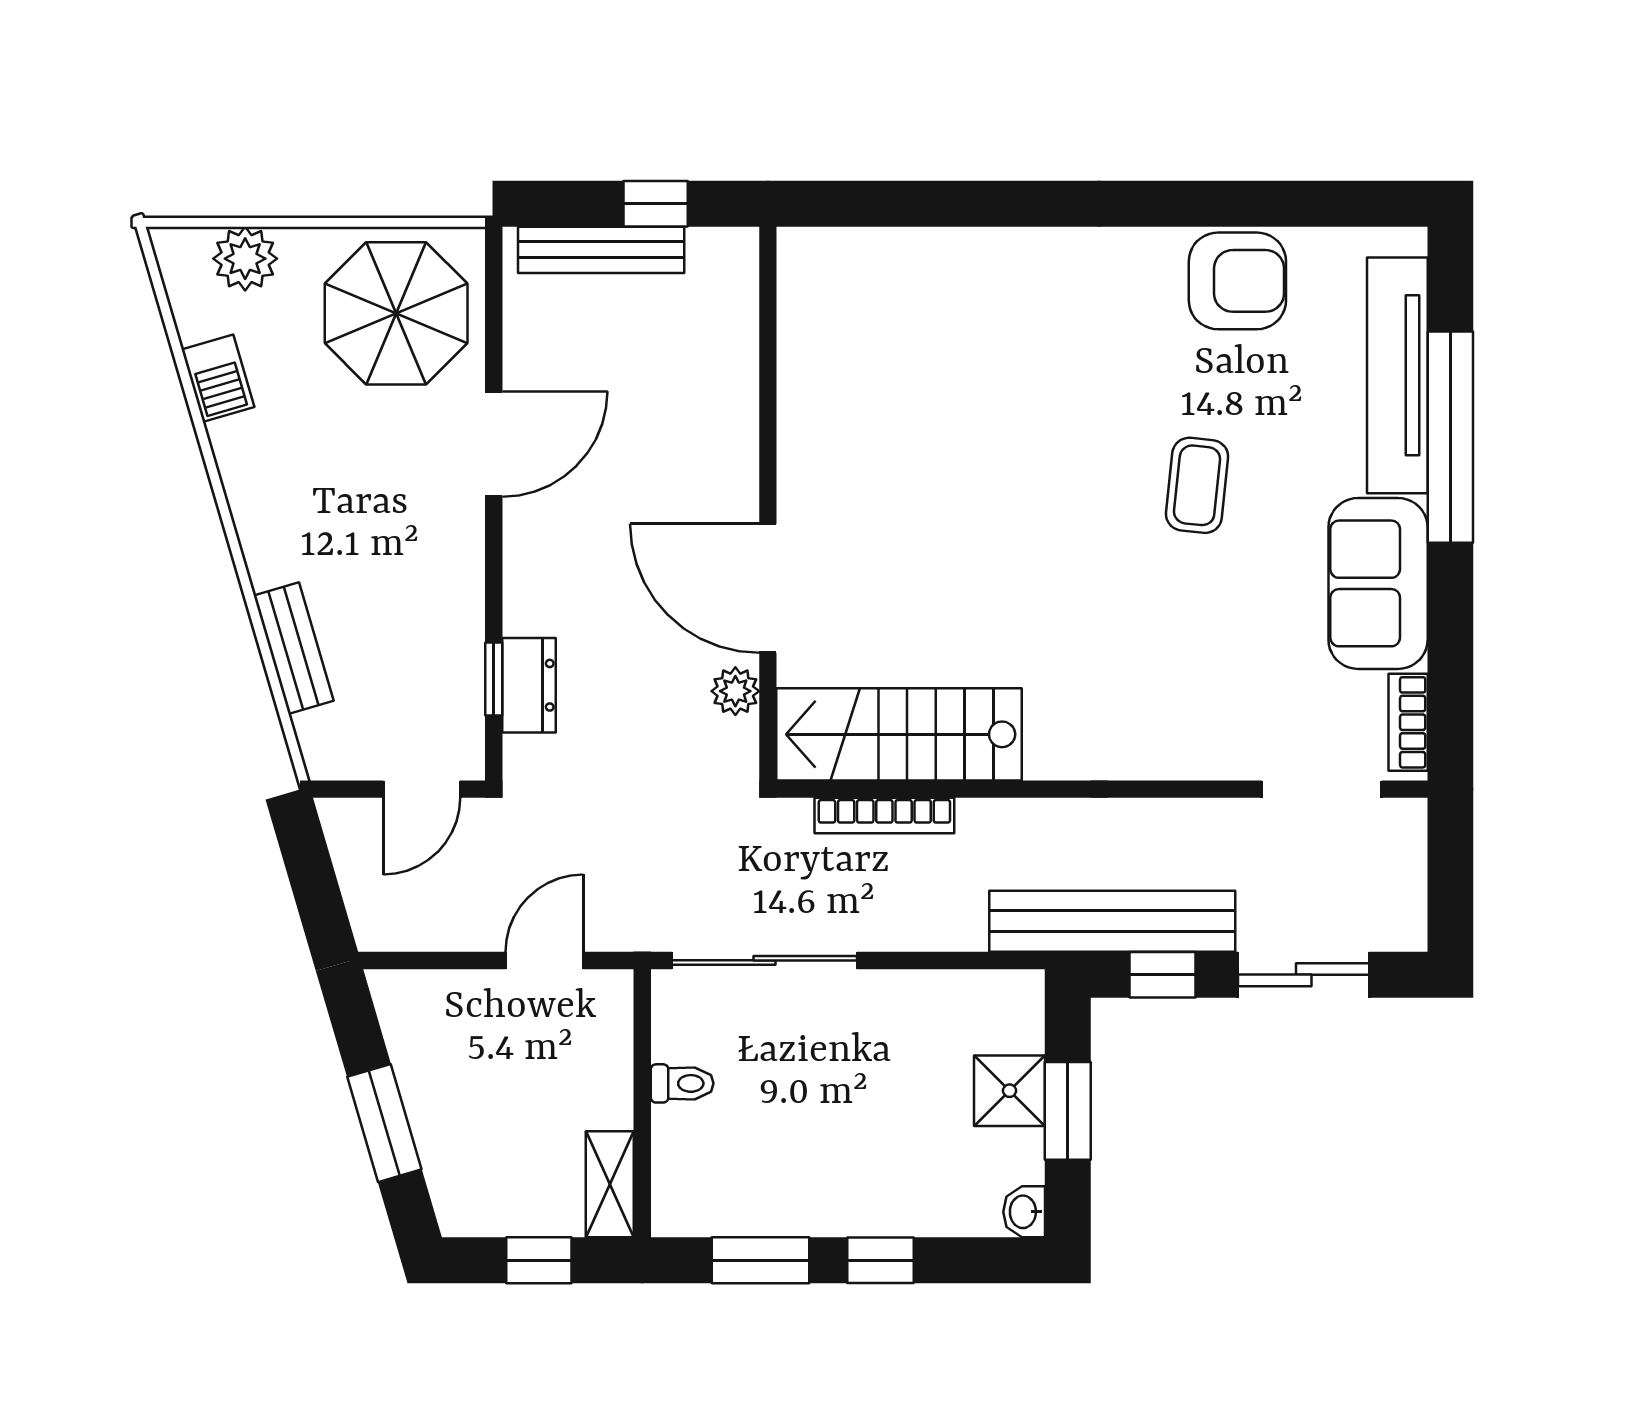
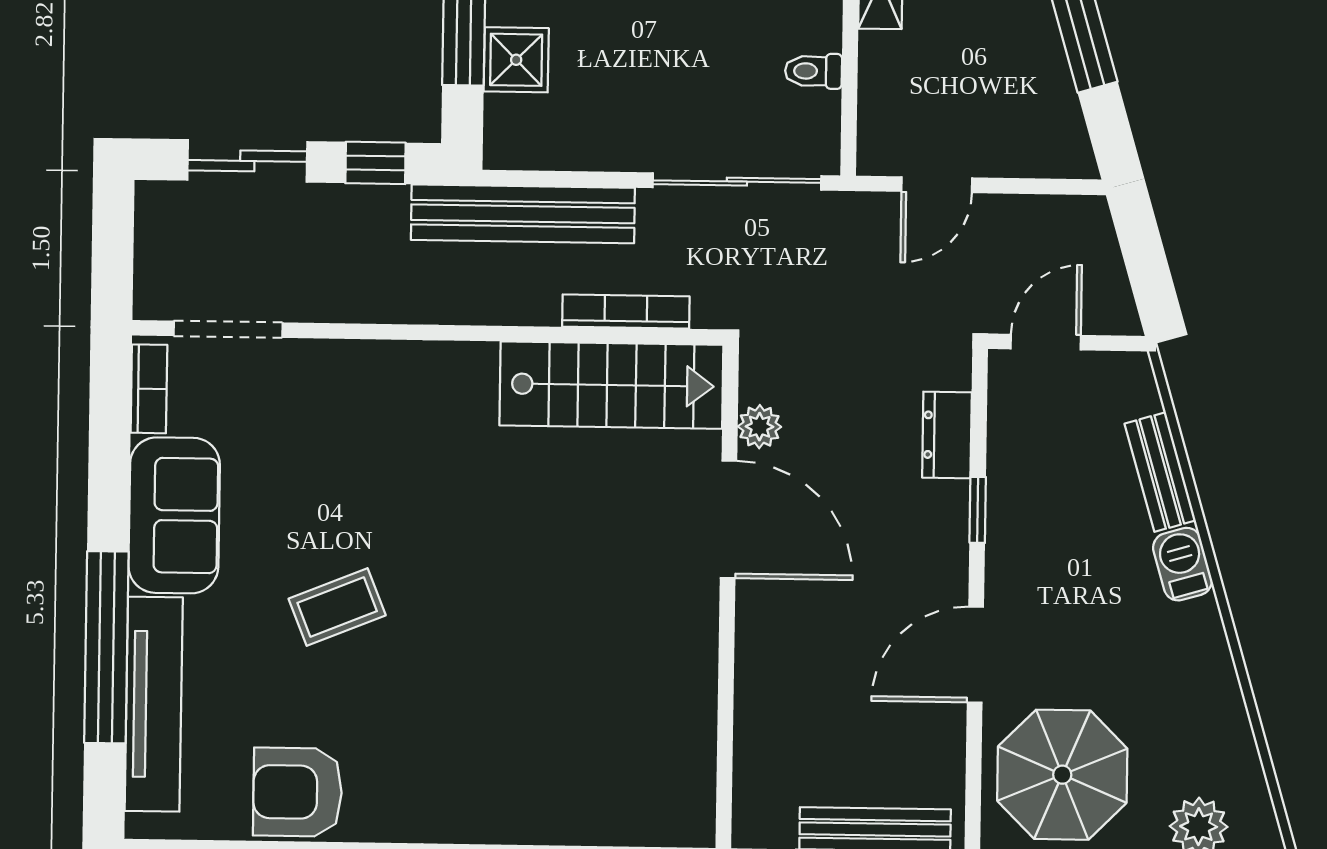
barbecue: (218, 378) -> (1182, 564), moved
coffee table: (1197, 485) -> (337, 607), turned 62
window: (494, 679) -> (978, 510), moved
bench: (1112, 921) -> (523, 214), moved

